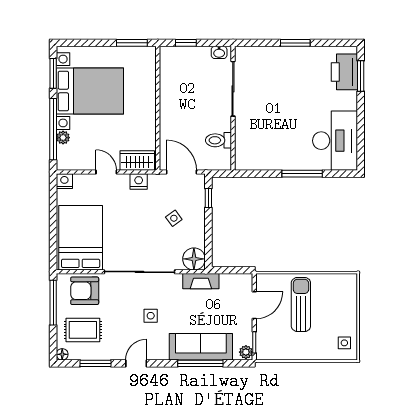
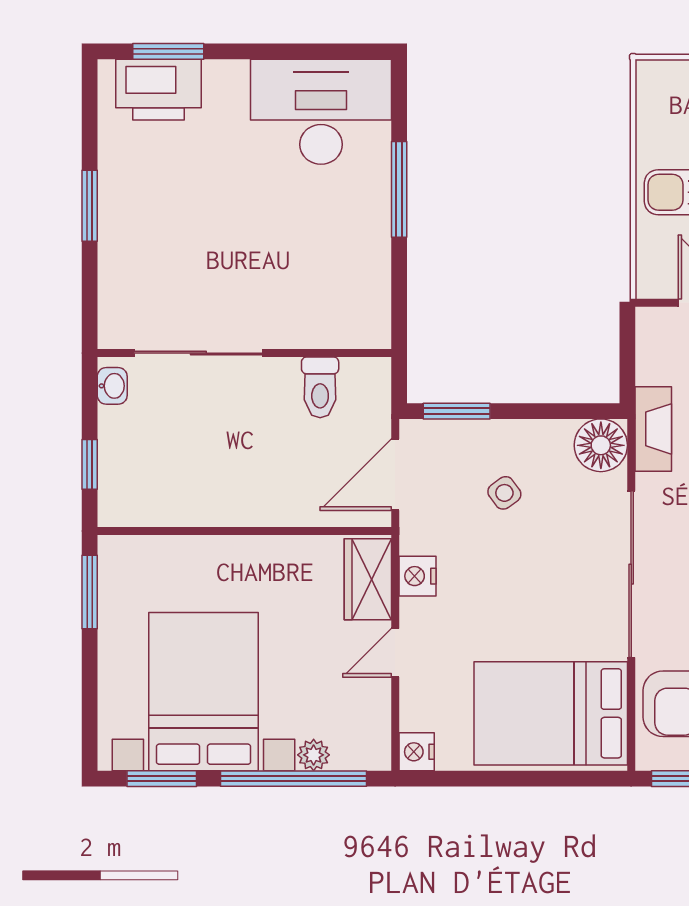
window: (208, 198) -> (457, 411), width x1.50

